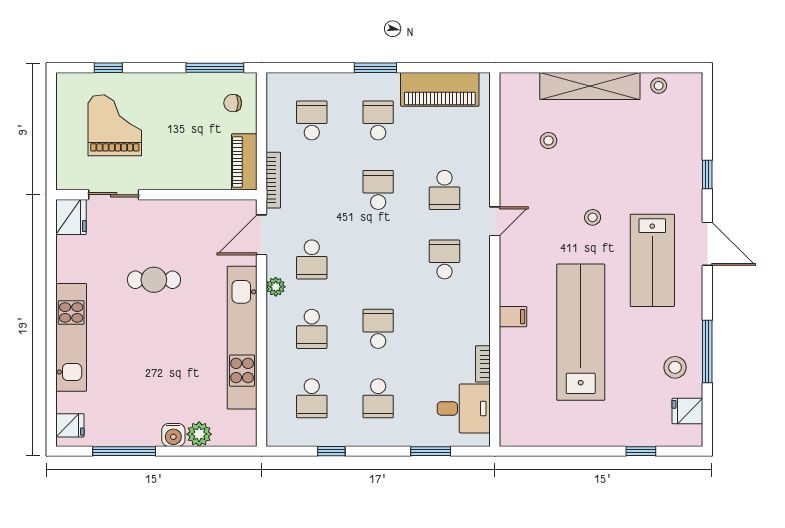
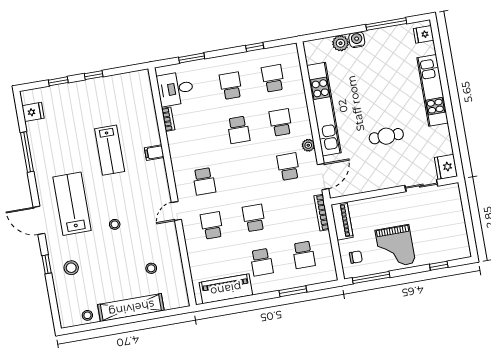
window: (375, 68) -> (293, 291), moved
grand piano: (115, 125) -> (395, 247), moved
school desk: (378, 190) -> (254, 218), turned 180
lab bench: (581, 332) -> (110, 150), width x0.54, depth x0.72
stool: (675, 367) -> (71, 268), moved
window: (585, 451) -> (94, 75), added

